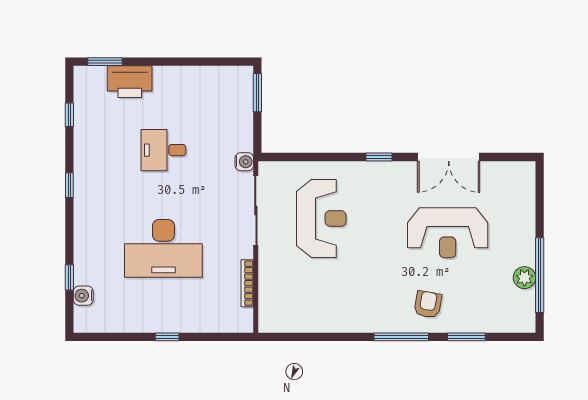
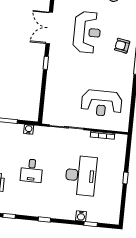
double door: (449, 157) -> (49, 28), swing flipped
water cooler: (244, 162) -> (29, 129), moved
reception desk: (321, 218) -> (102, 103), moved, turned 180
water cooler: (83, 296) -> (81, 216), moved

